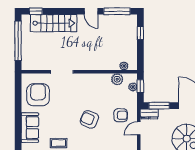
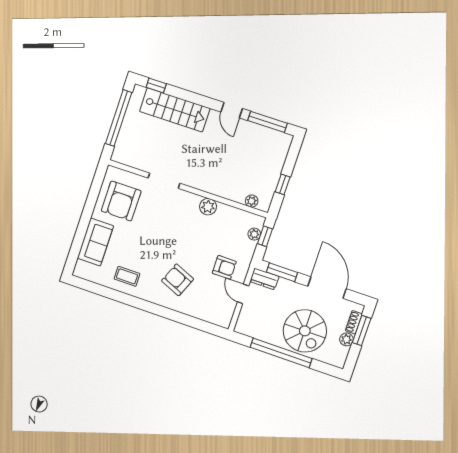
window: (140, 33) -> (283, 184), moved
plant: (117, 79) -> (208, 207), moved
armchair: (38, 95) -> (121, 201), turned 180
armchair: (89, 119) -> (178, 280), moved
door: (139, 128) -> (243, 294), hinge flipped

